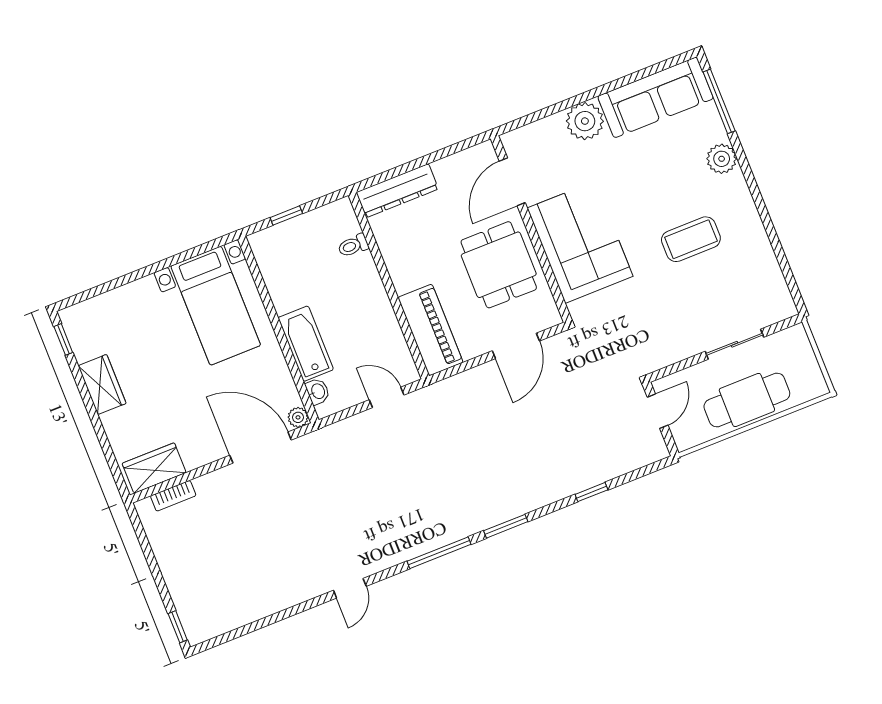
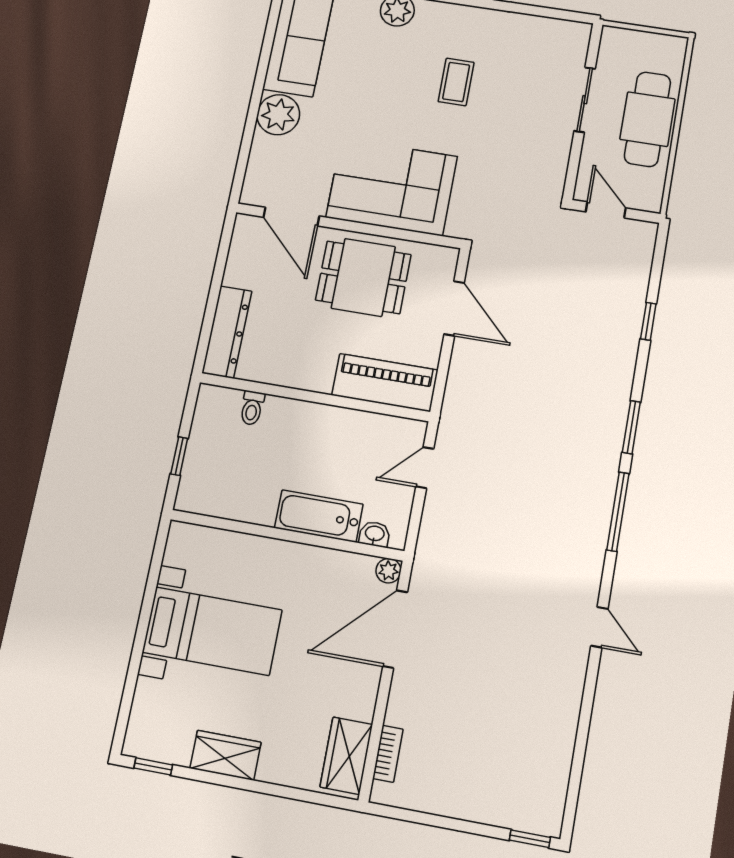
coffee table: (691, 239) -> (456, 82), width x0.73, depth x0.77
bed with nightstands: (216, 306) -> (212, 631), moved

